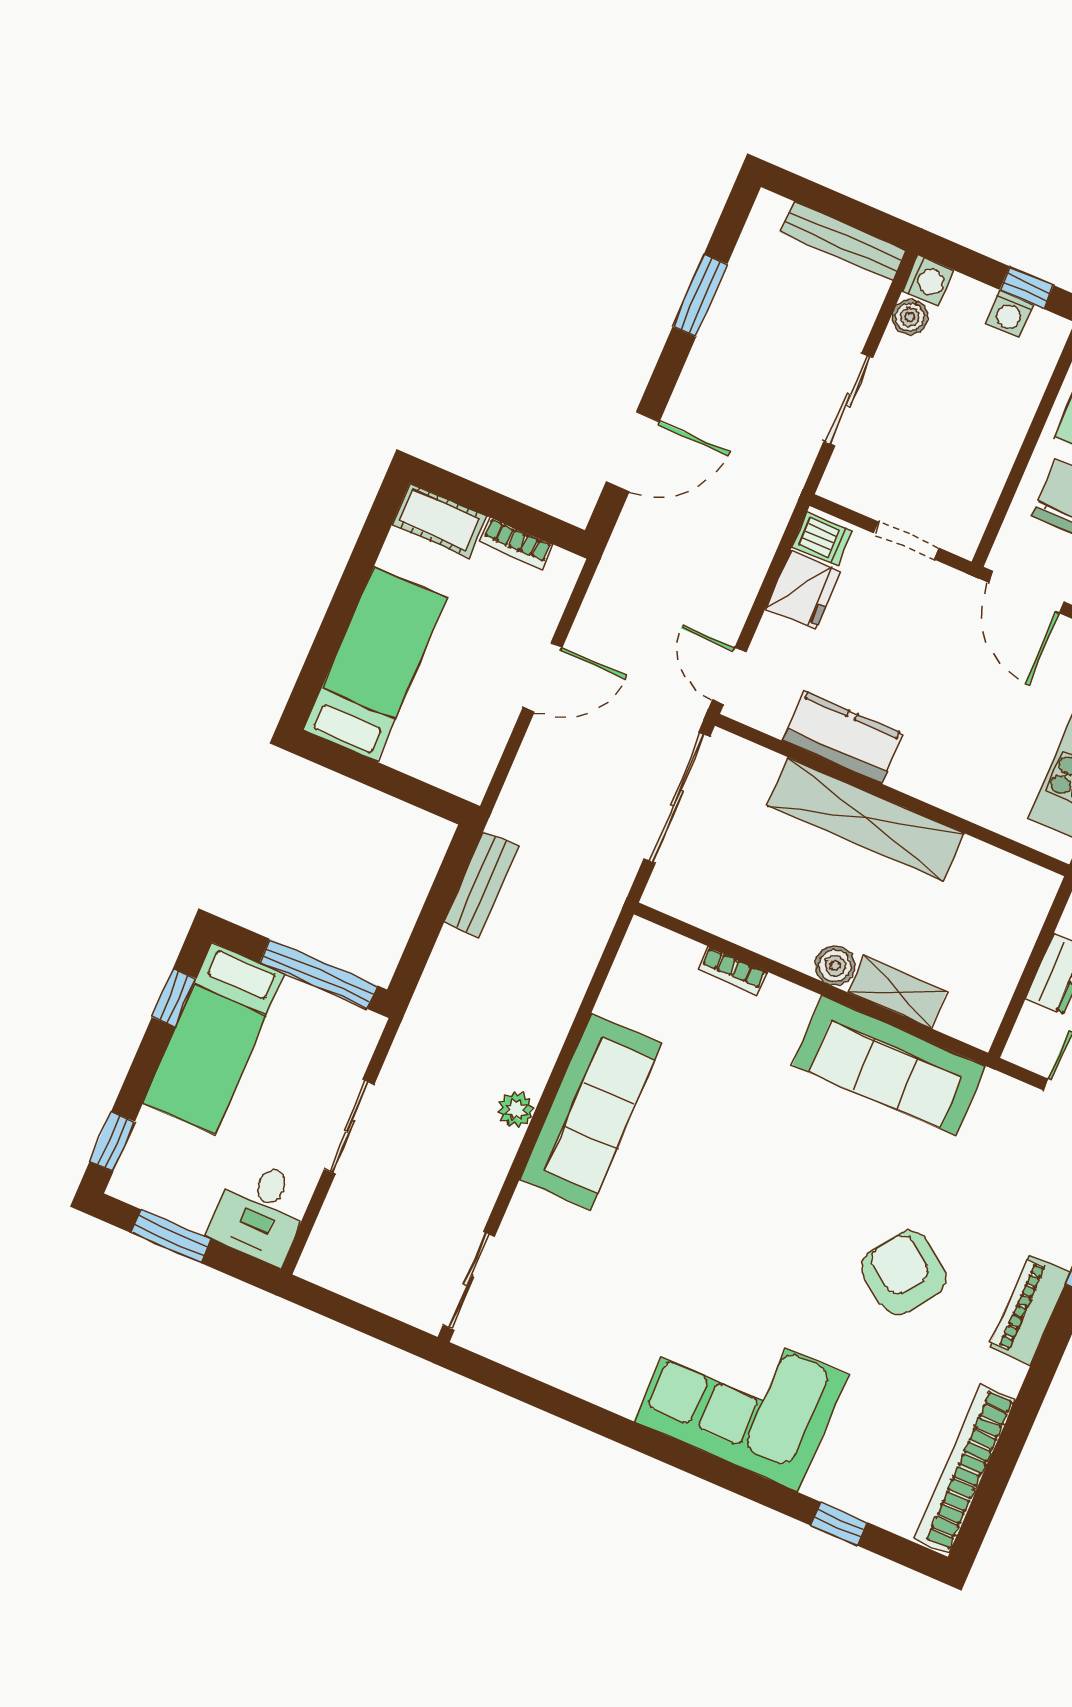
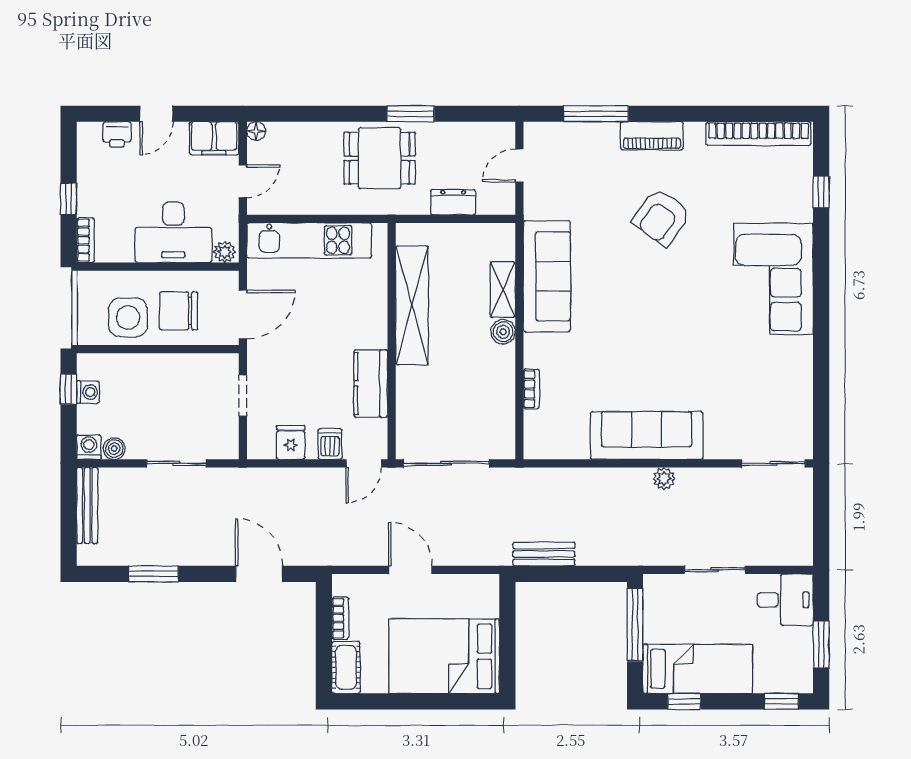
dishwasher: (822, 539) -> (330, 444), moved
fridge: (803, 590) -> (291, 442), width x0.72
bed: (375, 664) -> (444, 656), width x1.50
shelving: (866, 819) -> (412, 305), moved

